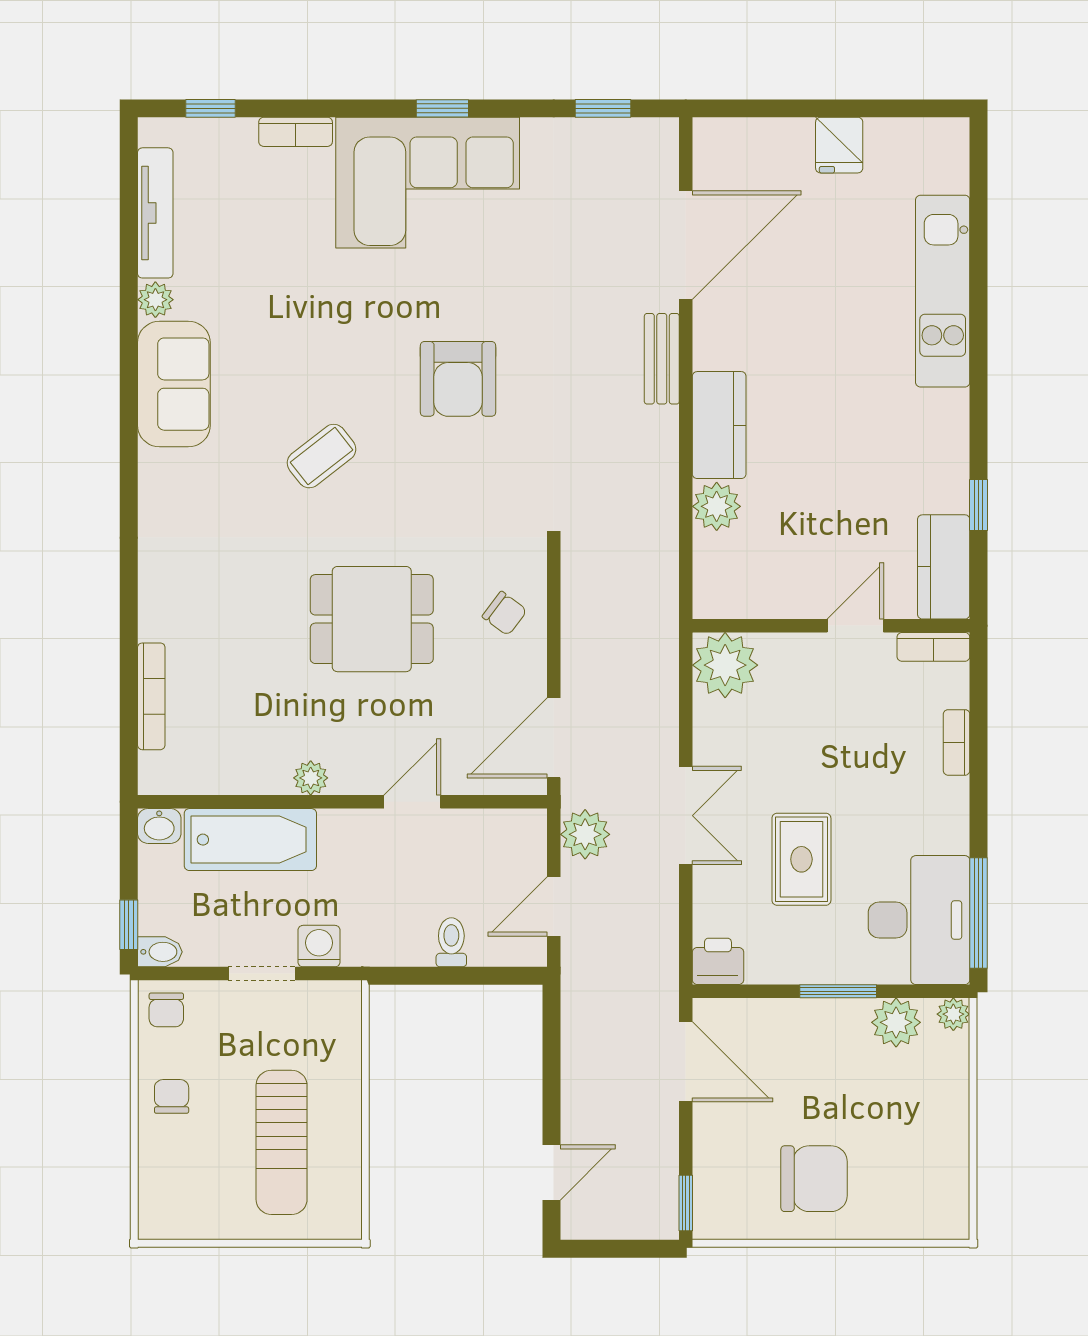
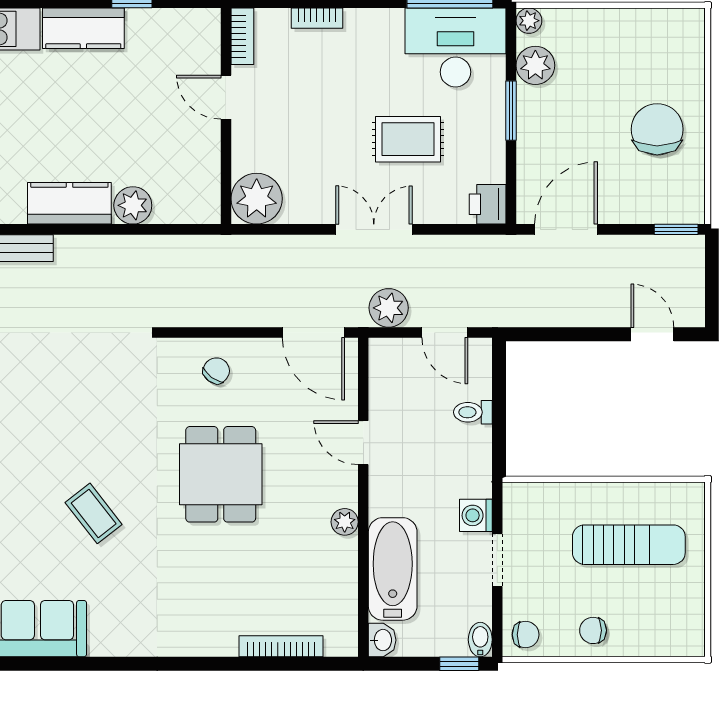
armchair: (458, 379) -> (33, 407), removed
kitchen counter: (944, 567) -> (83, 28), moved

